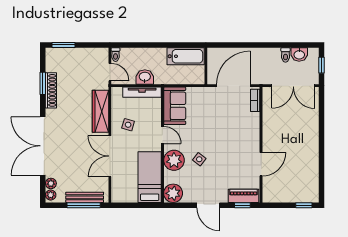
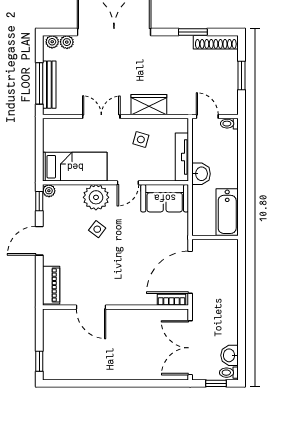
window: (63, 45) -> (242, 75), moved
toilet: (285, 55) -> (229, 373), moved
door: (110, 72) -> (207, 117), swing flipped
washbasin: (145, 77) -> (201, 174), moved
door: (233, 86) -> (190, 272), swing flipped
shoe rack: (51, 90) -> (216, 42), moved
wardrobe: (100, 111) -> (149, 105), width x0.67
double door: (110, 156) -> (101, 117), width x0.73
plant: (173, 193) -> (49, 191), width x0.53, depth x0.53
window: (242, 205) -> (39, 201), moved

